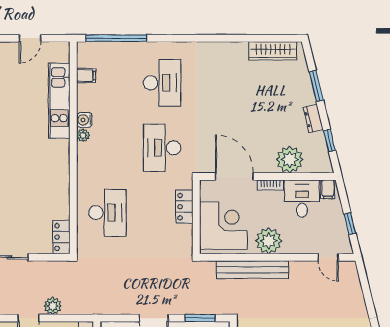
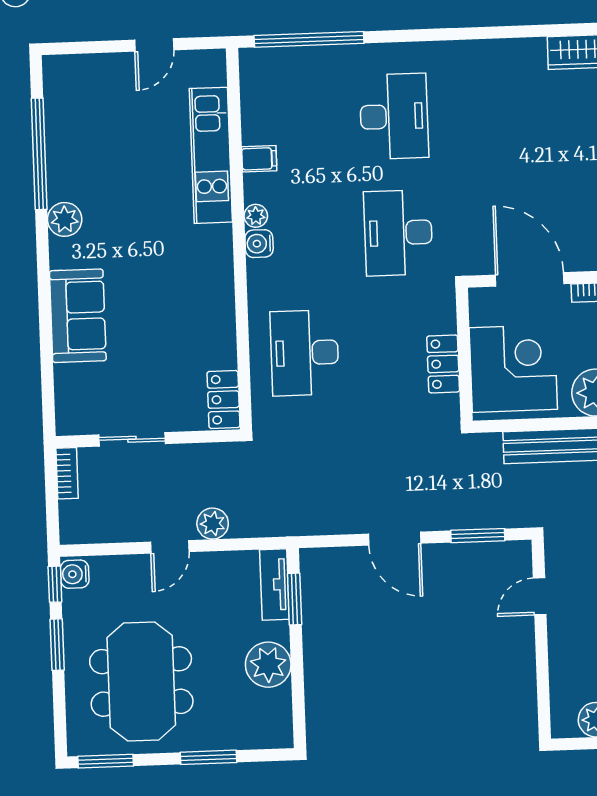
filing cabinet: (86, 76) -> (259, 159), moved
water cooler: (84, 120) -> (259, 244), moved
locker: (184, 207) -> (443, 364), moved
desk: (107, 213) -> (305, 353), turned 180

